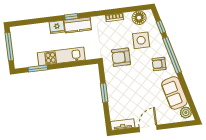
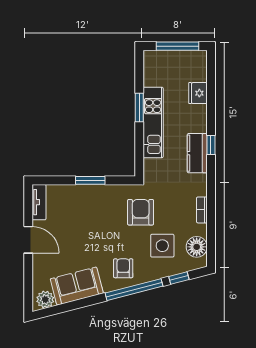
fridge: (57, 27) -> (198, 93), moved
window: (38, 69) -> (139, 107), moved

